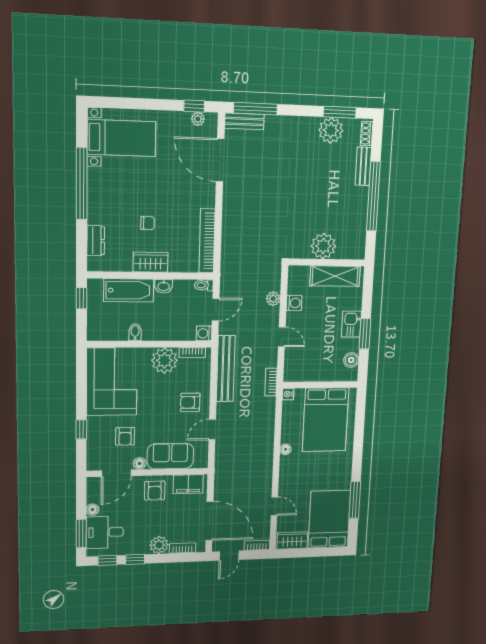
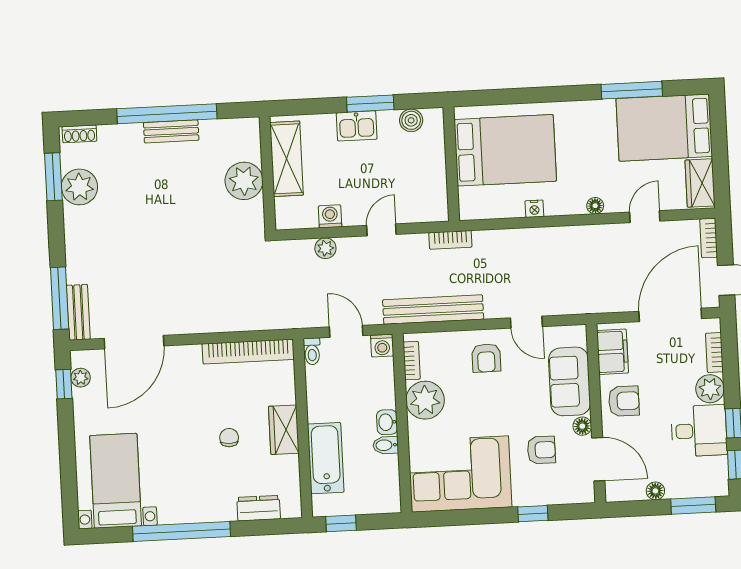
bench: (363, 166) -> (171, 131), moved
washbasin: (164, 286) -> (387, 422), moved, turned 180
nightstand: (288, 394) -> (534, 209), moved
floor lamp: (285, 449) -> (595, 206), moved
desk: (105, 532) -> (699, 431), moved, turned -90

